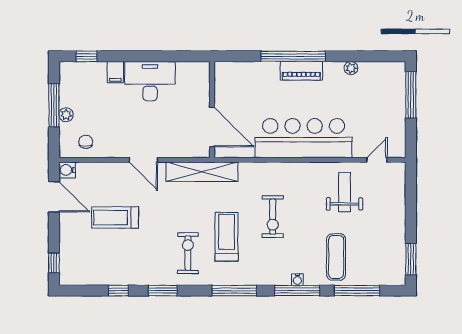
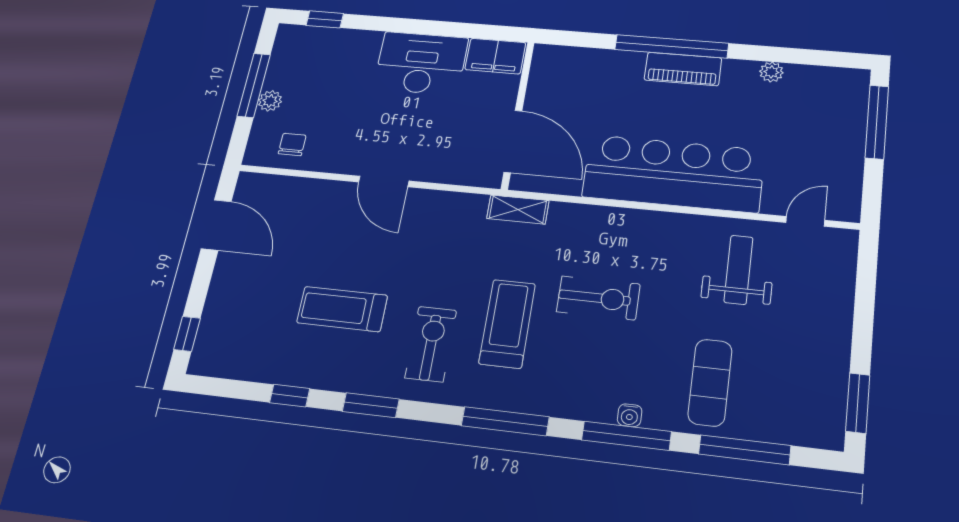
filing cabinet: (115, 72) -> (495, 56), moved, width x2.00
water cooler: (67, 170) -> (250, 185), removed
shelving: (202, 172) -> (518, 210), width x0.45, depth x0.75
exercise bike: (273, 217) -> (598, 298), turned -90
treadmill: (115, 218) -> (342, 309), moved

